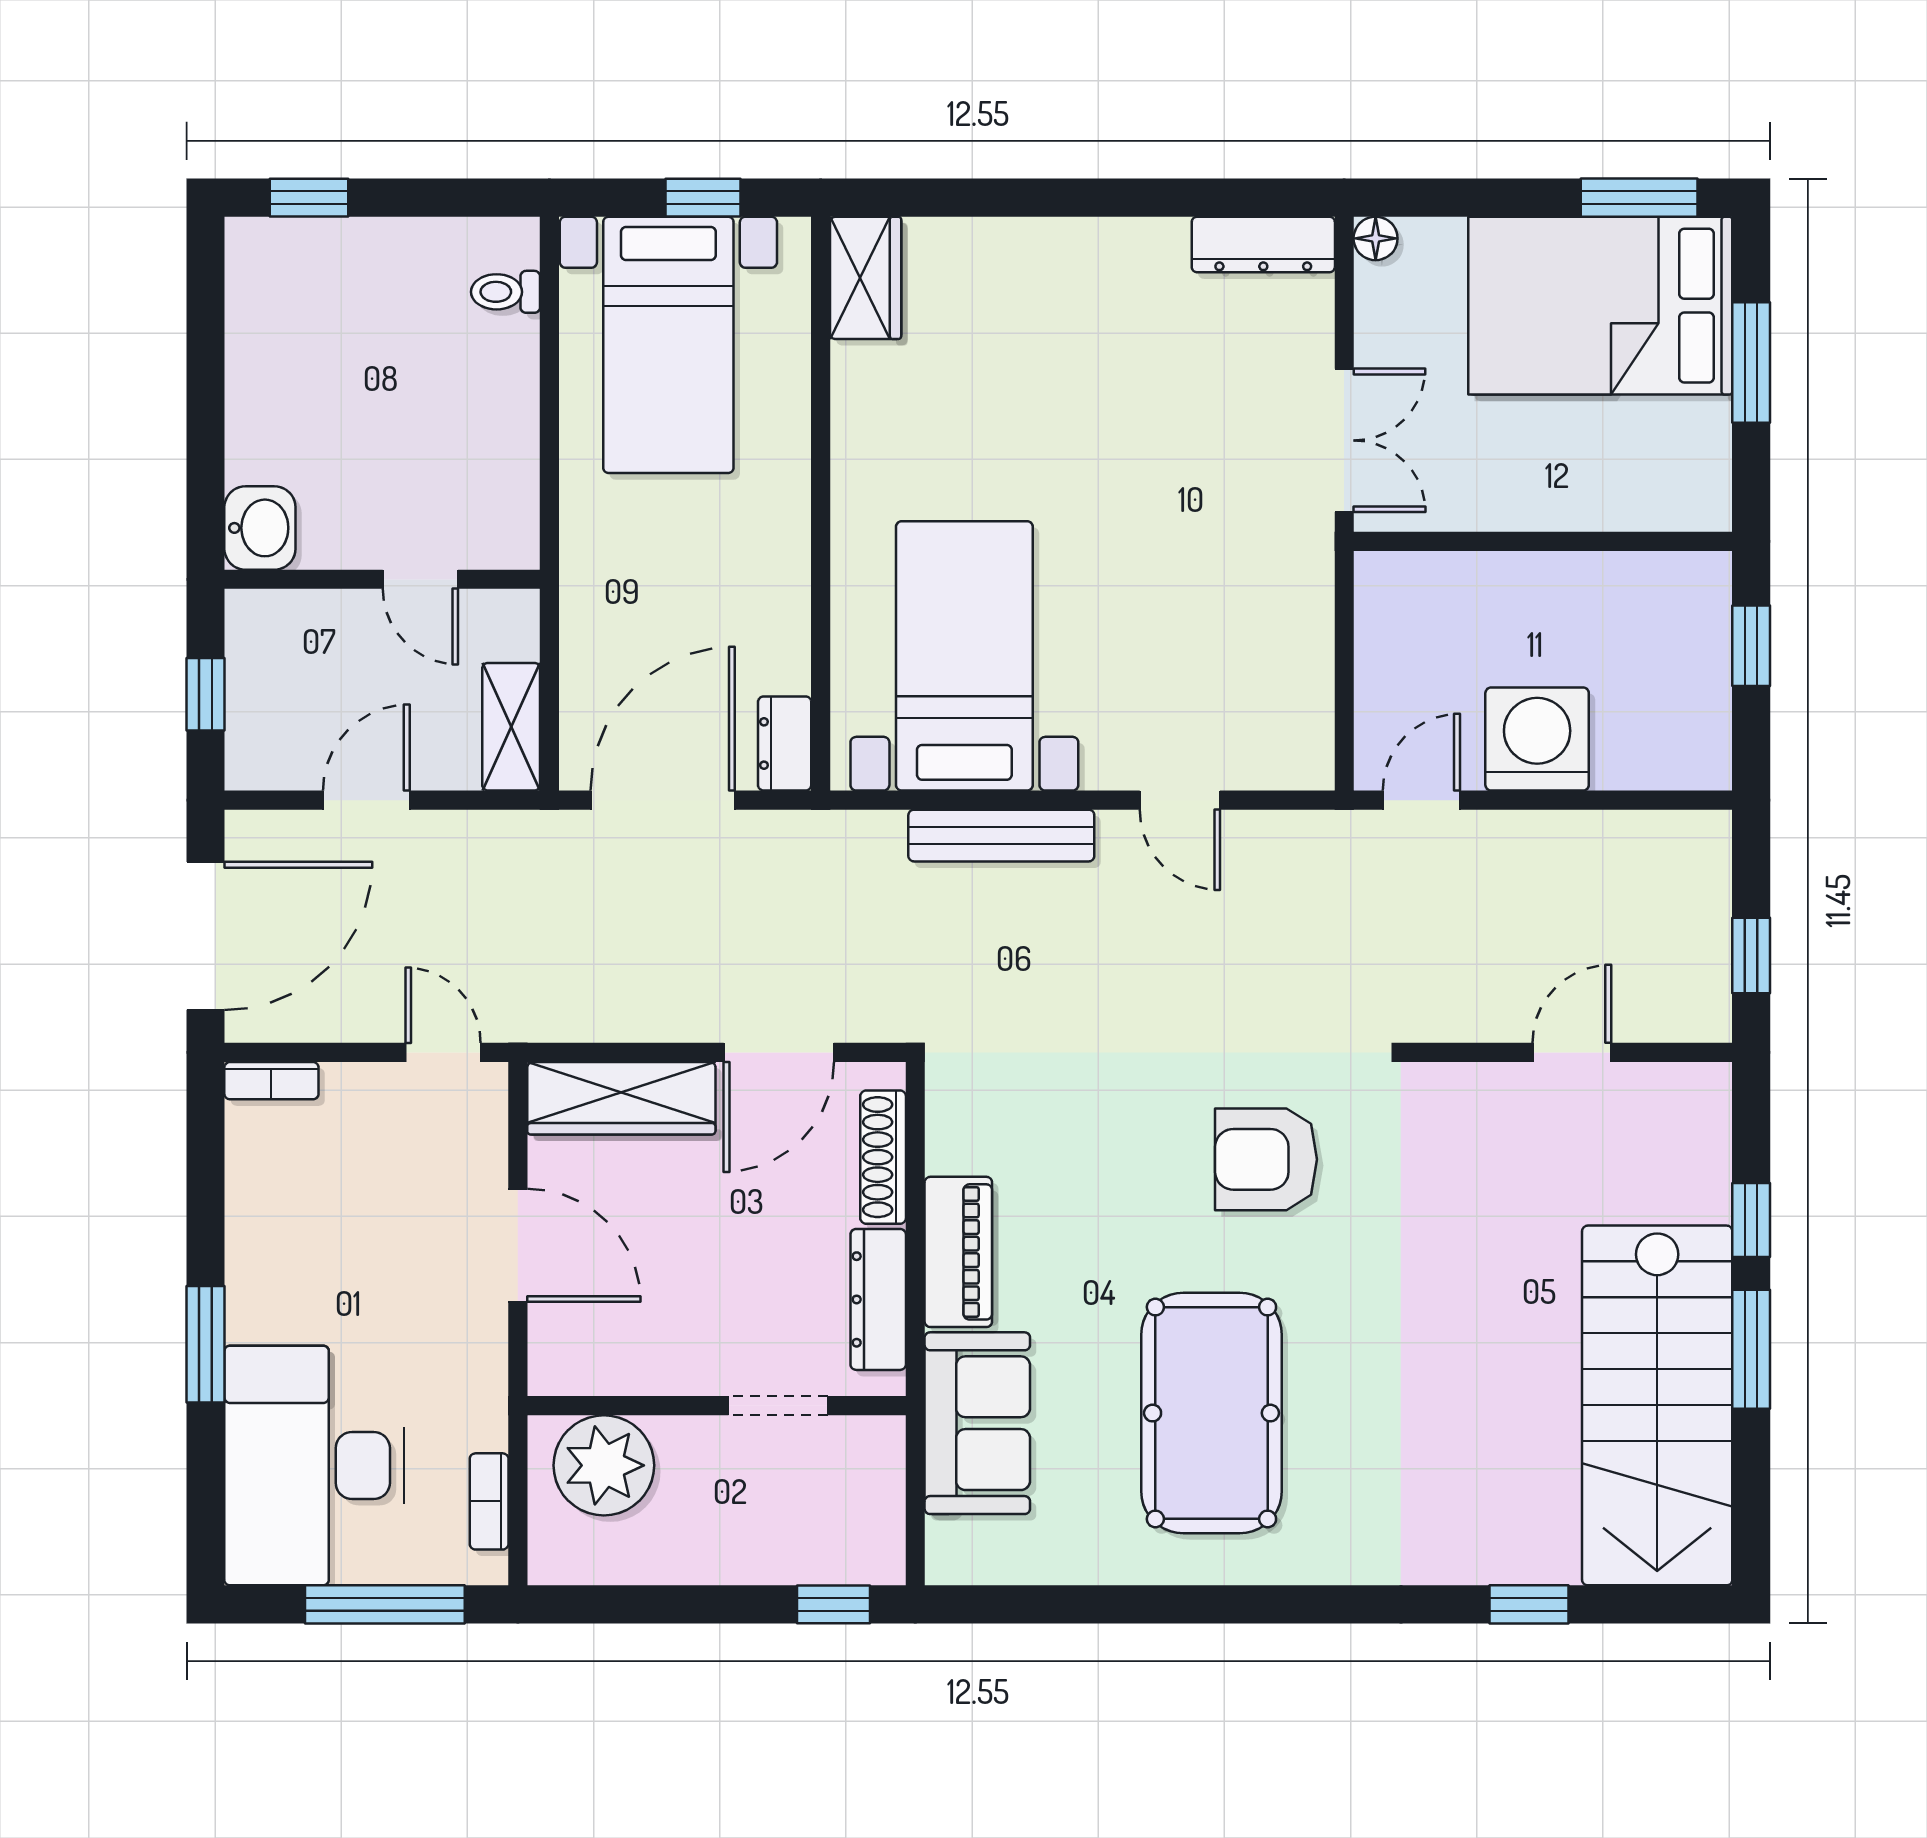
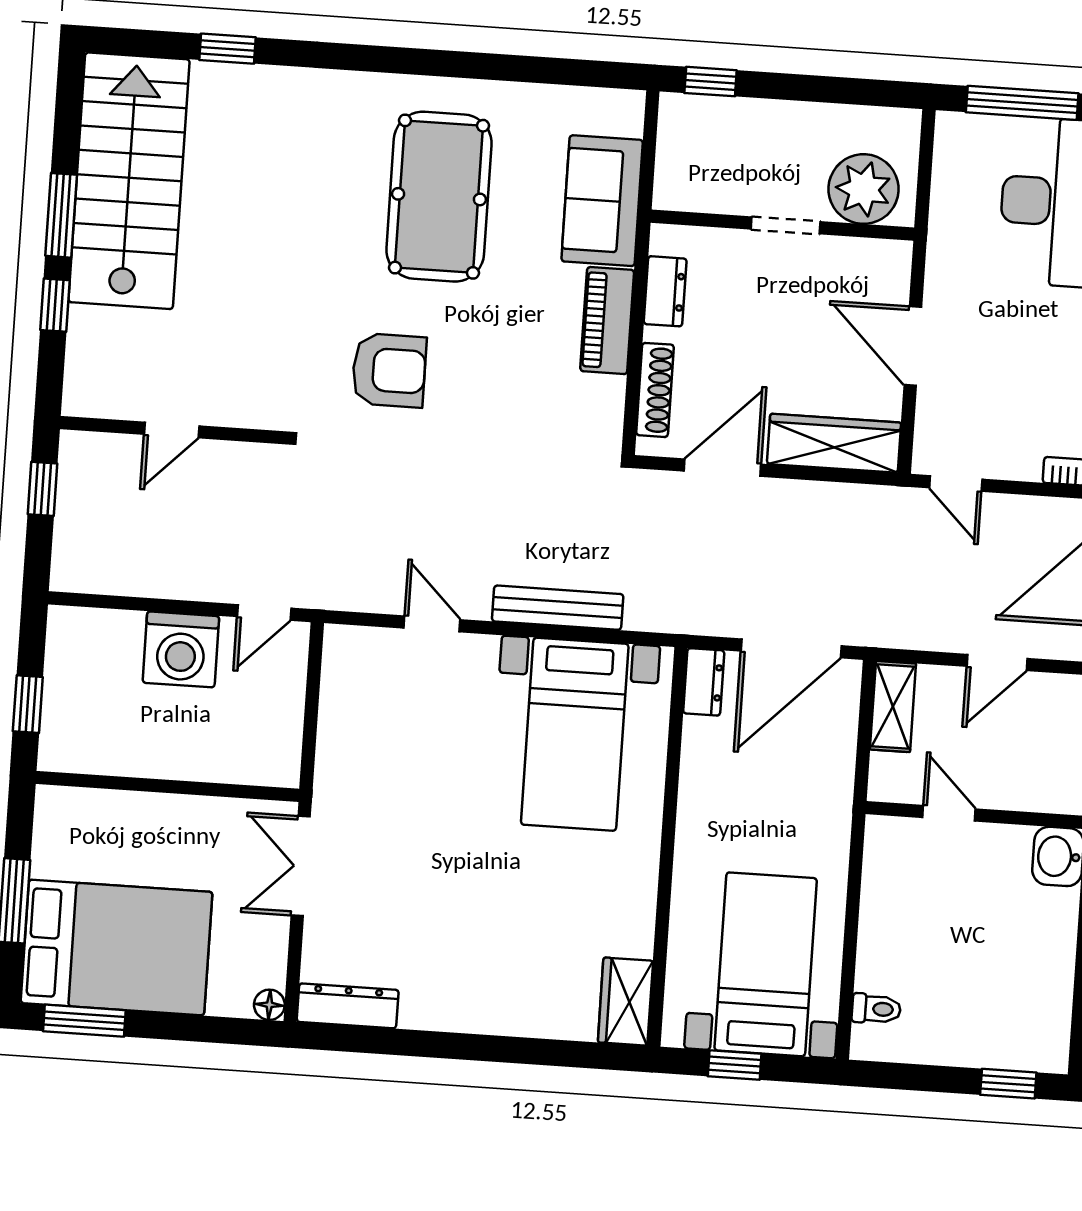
dresser: (878, 1299) -> (665, 291), width x0.70
doorway: (778, 1406) -> (786, 225), moved
bookcase: (489, 1501) -> (945, 169), removed

